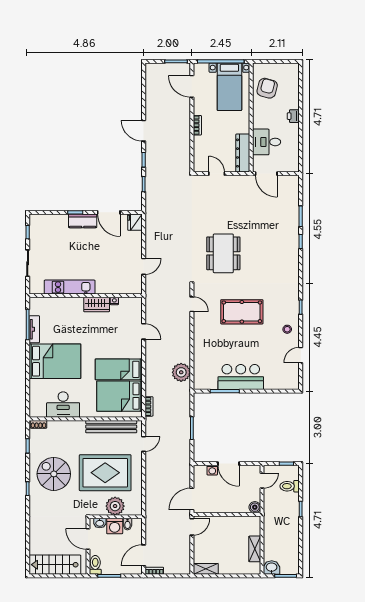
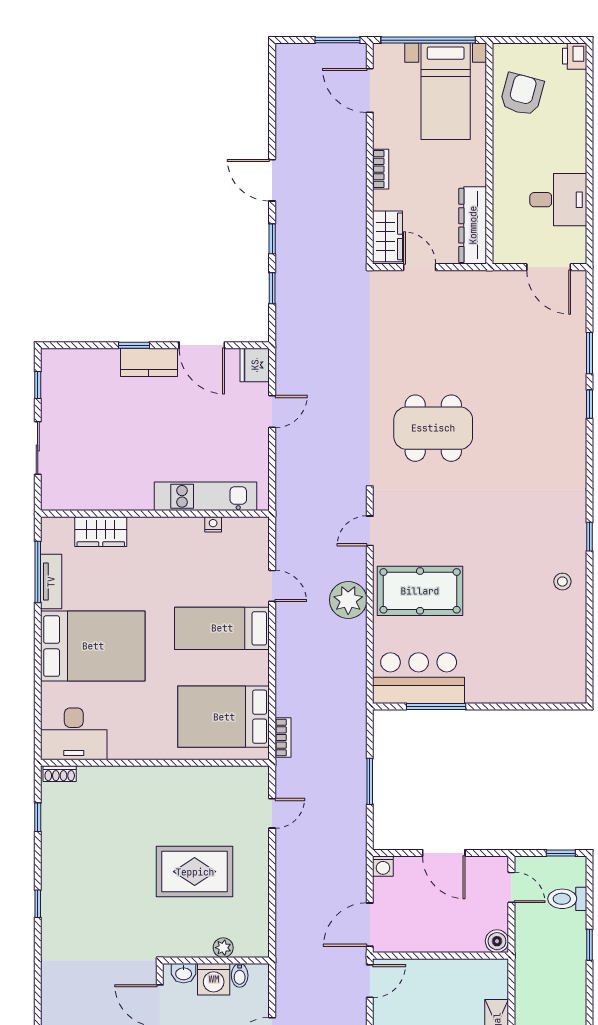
printer: (293, 116) -> (575, 56), moved
desk: (267, 142) -> (558, 200), moved, turned 180
wardrobe: (201, 158) -> (388, 236), added
door: (266, 174) -> (549, 267), moved
dining table: (223, 253) -> (433, 428), turned 90
door: (144, 266) -> (272, 411), moved
kitchen unit: (70, 287) -> (206, 496), moved
door: (192, 304) -> (370, 531), swing flipped
wardrobe: (97, 305) -> (101, 532), moved
pool table: (242, 312) -> (420, 591), moved
door: (301, 355) -> (590, 634), removed
bed: (119, 369) -> (222, 628), moved
plant: (181, 372) -> (348, 600), moved
bar counter: (241, 377) -> (419, 678), moved
desk: (63, 405) -> (74, 734), moved
bench: (111, 427) -> (207, 778), removed
washing machine: (212, 470) -> (383, 866), moved
rug: (105, 473) -> (195, 872), width x0.73, depth x0.69
spiral stairs: (54, 474) -> (91, 874), removed
door: (262, 481) -> (511, 887), hinge flipped
plant: (115, 506) -> (223, 948), width x0.53, depth x0.53

